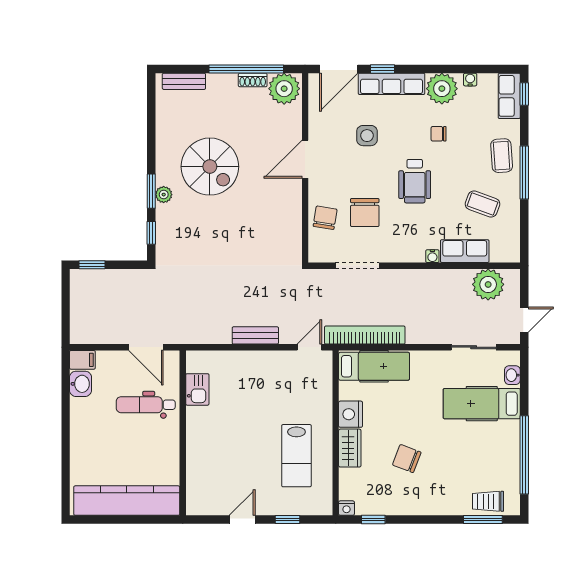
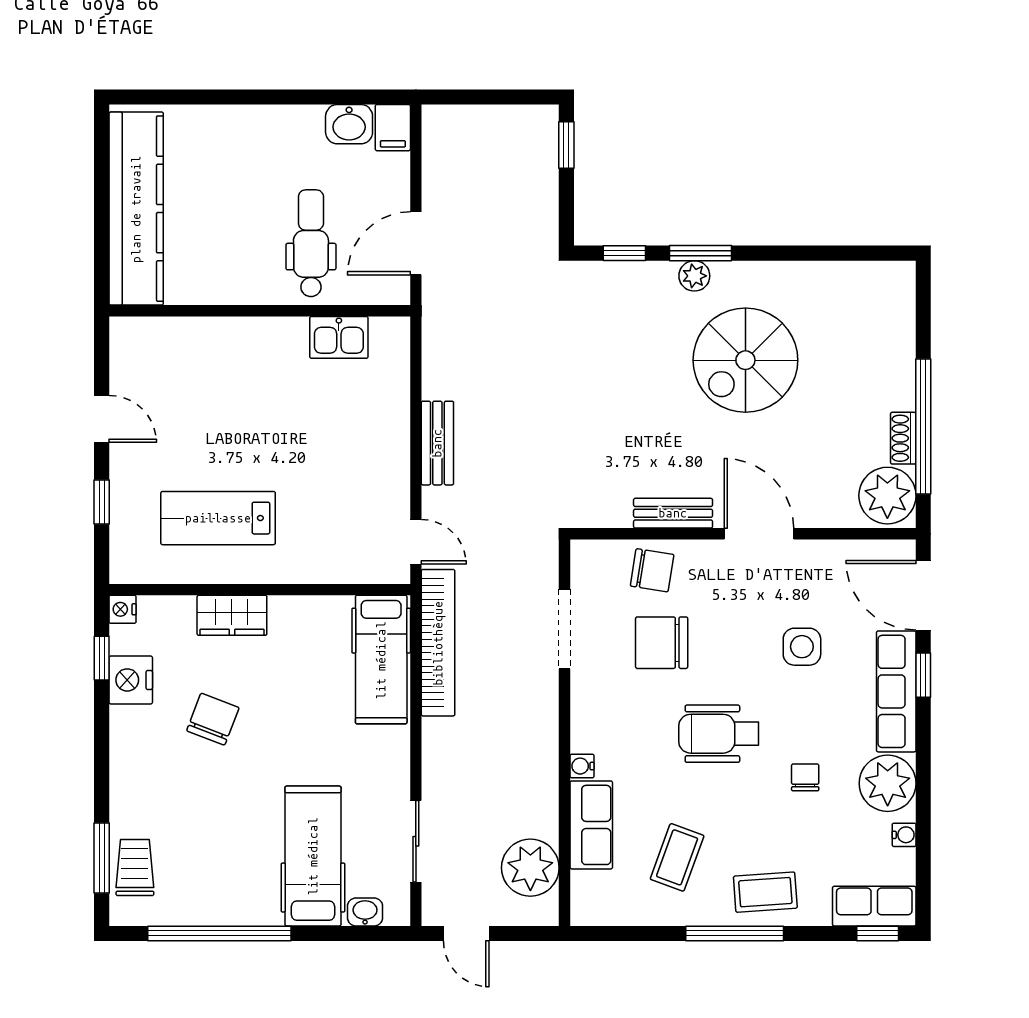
bench: (184, 81) -> (673, 513), moved, turned 90
nightstand: (351, 414) -> (131, 680), moved, turned -90

